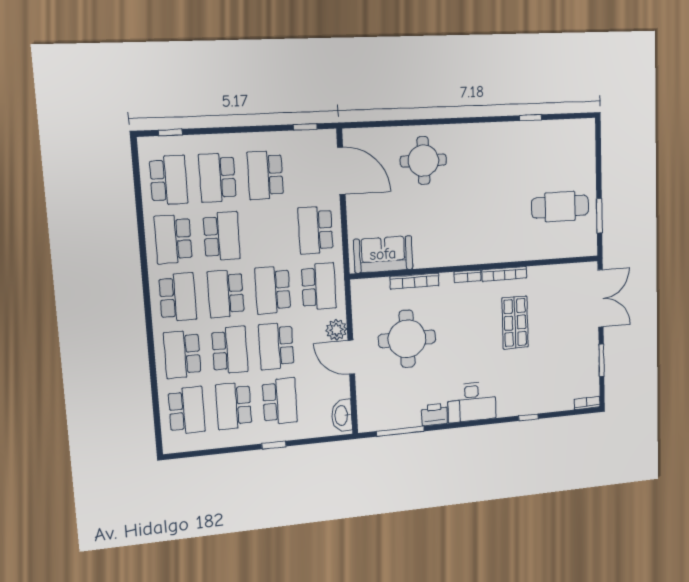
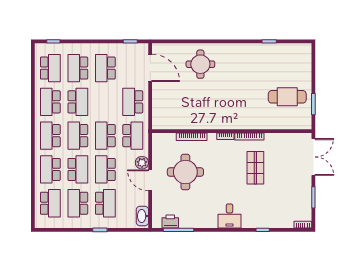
sofa: (383, 254) -> (173, 119), removed
school desk: (178, 297) -> (50, 136), turned 180
desk: (472, 402) -> (230, 216), width x0.73
printer: (434, 414) -> (170, 222), moved

